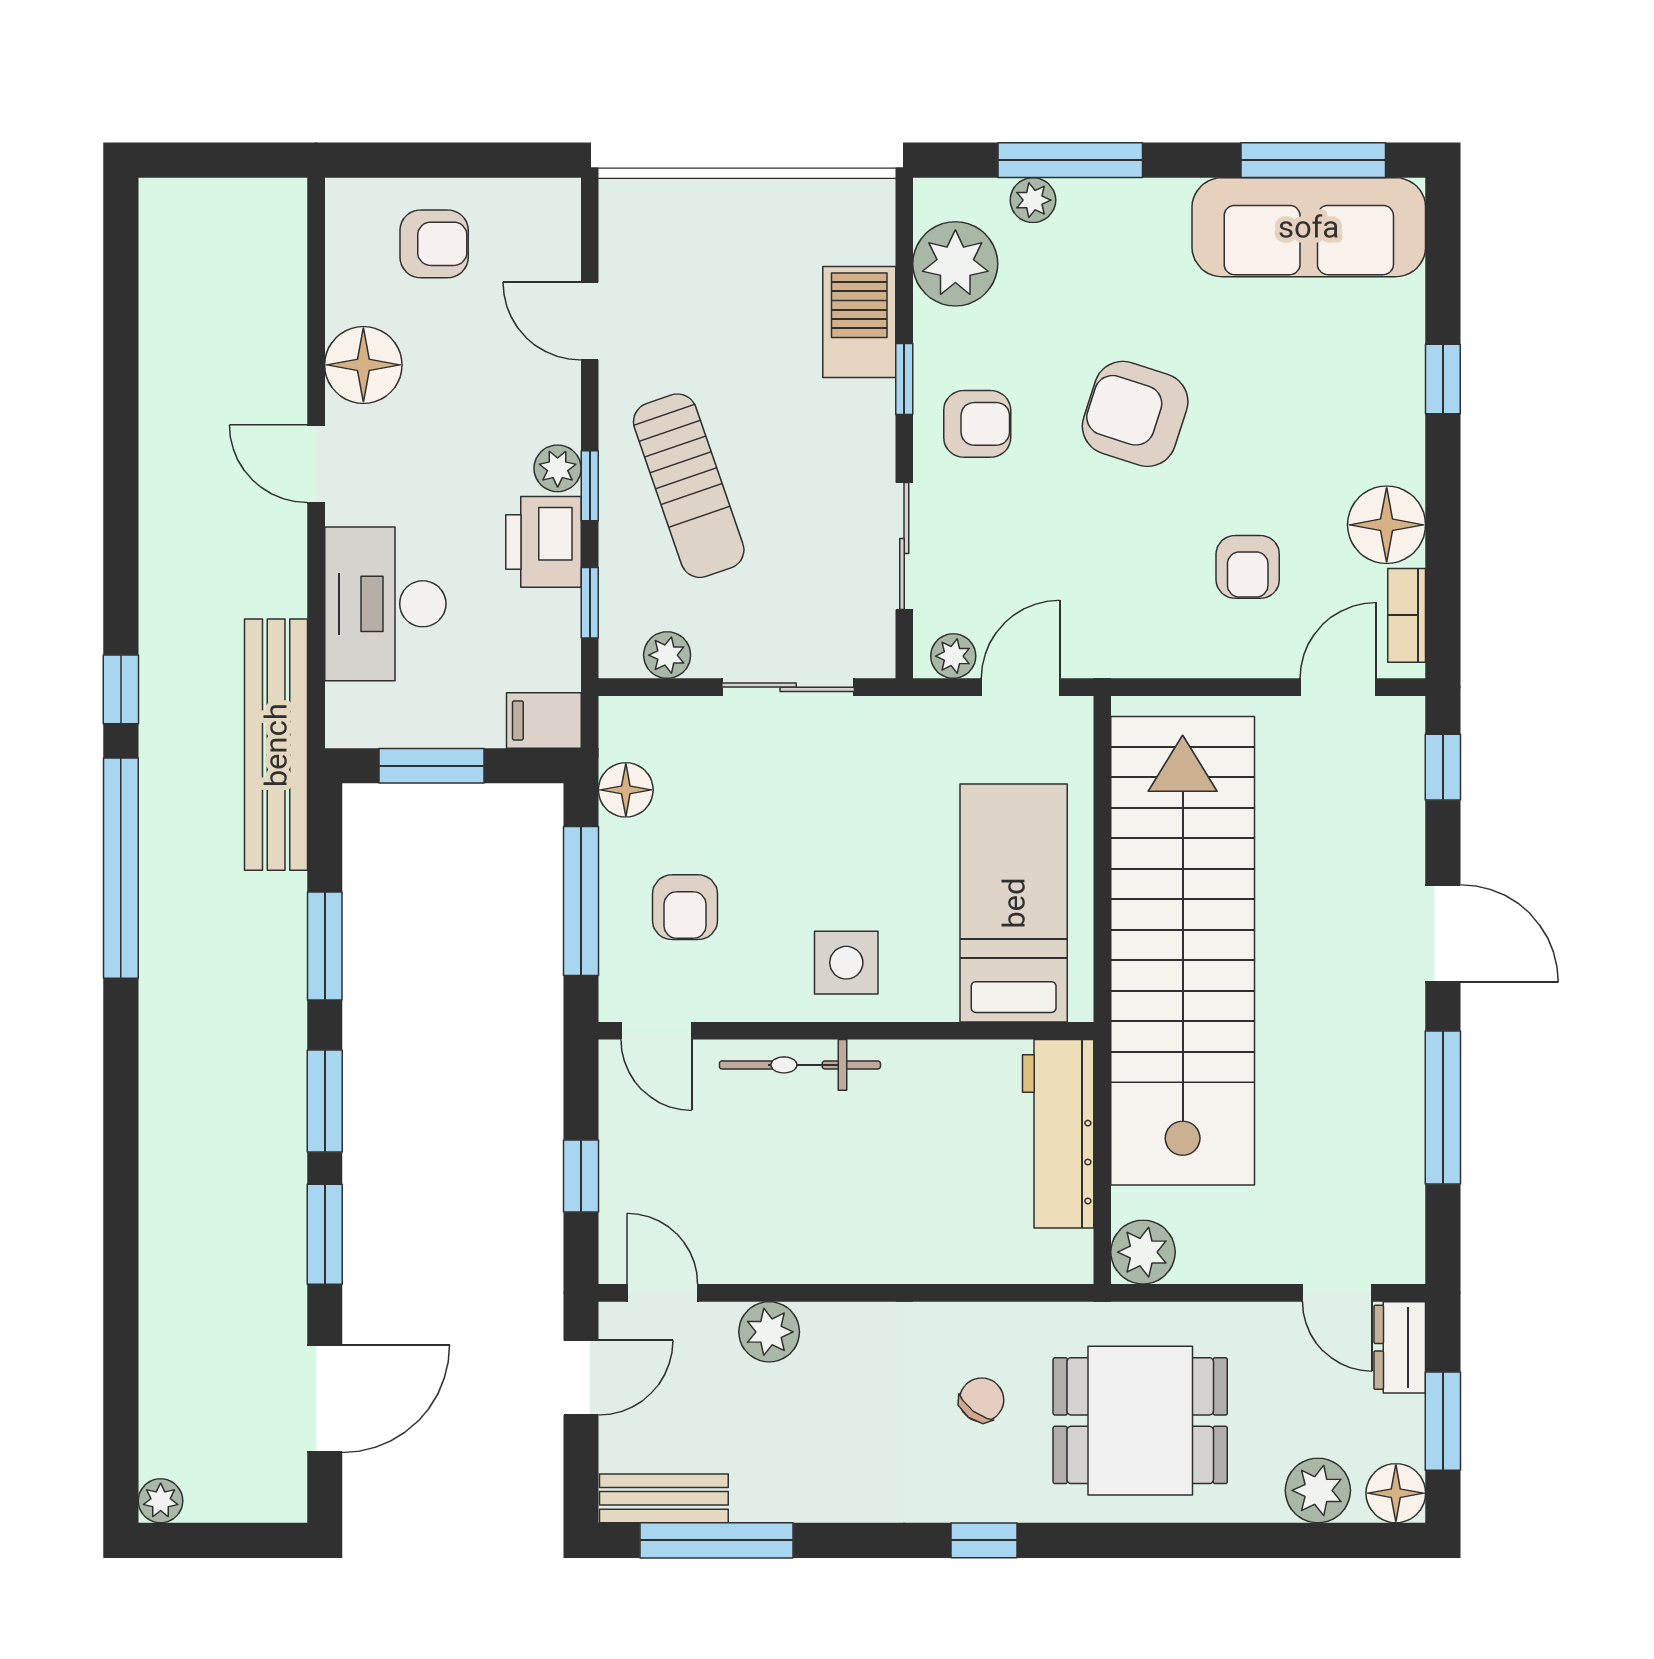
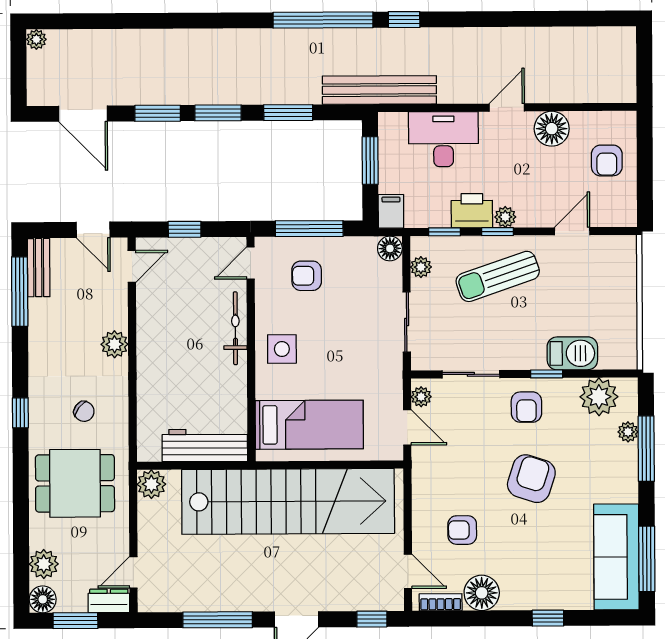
floor lamp: (626, 790) -> (390, 248), moved
plant: (769, 1332) -> (115, 344), moved
dining table: (1140, 1421) -> (75, 483), turned 90

